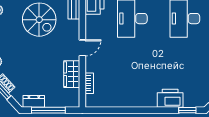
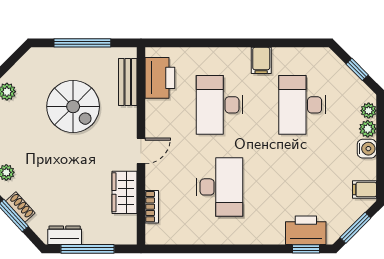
desk: (132, 71) -> (220, 187), added
printer: (170, 98) -> (306, 230), moved

